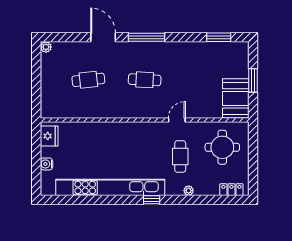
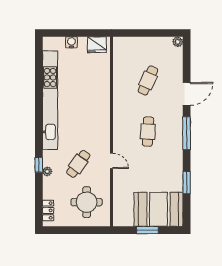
window: (219, 37) -> (187, 183), moved
cafe table: (88, 80) -> (148, 80), turned 30
booth: (236, 98) -> (158, 209), moved, width x1.36, depth x1.42
cafe table: (180, 157) -> (78, 164), turned -54
window: (152, 200) -> (39, 165), moved

